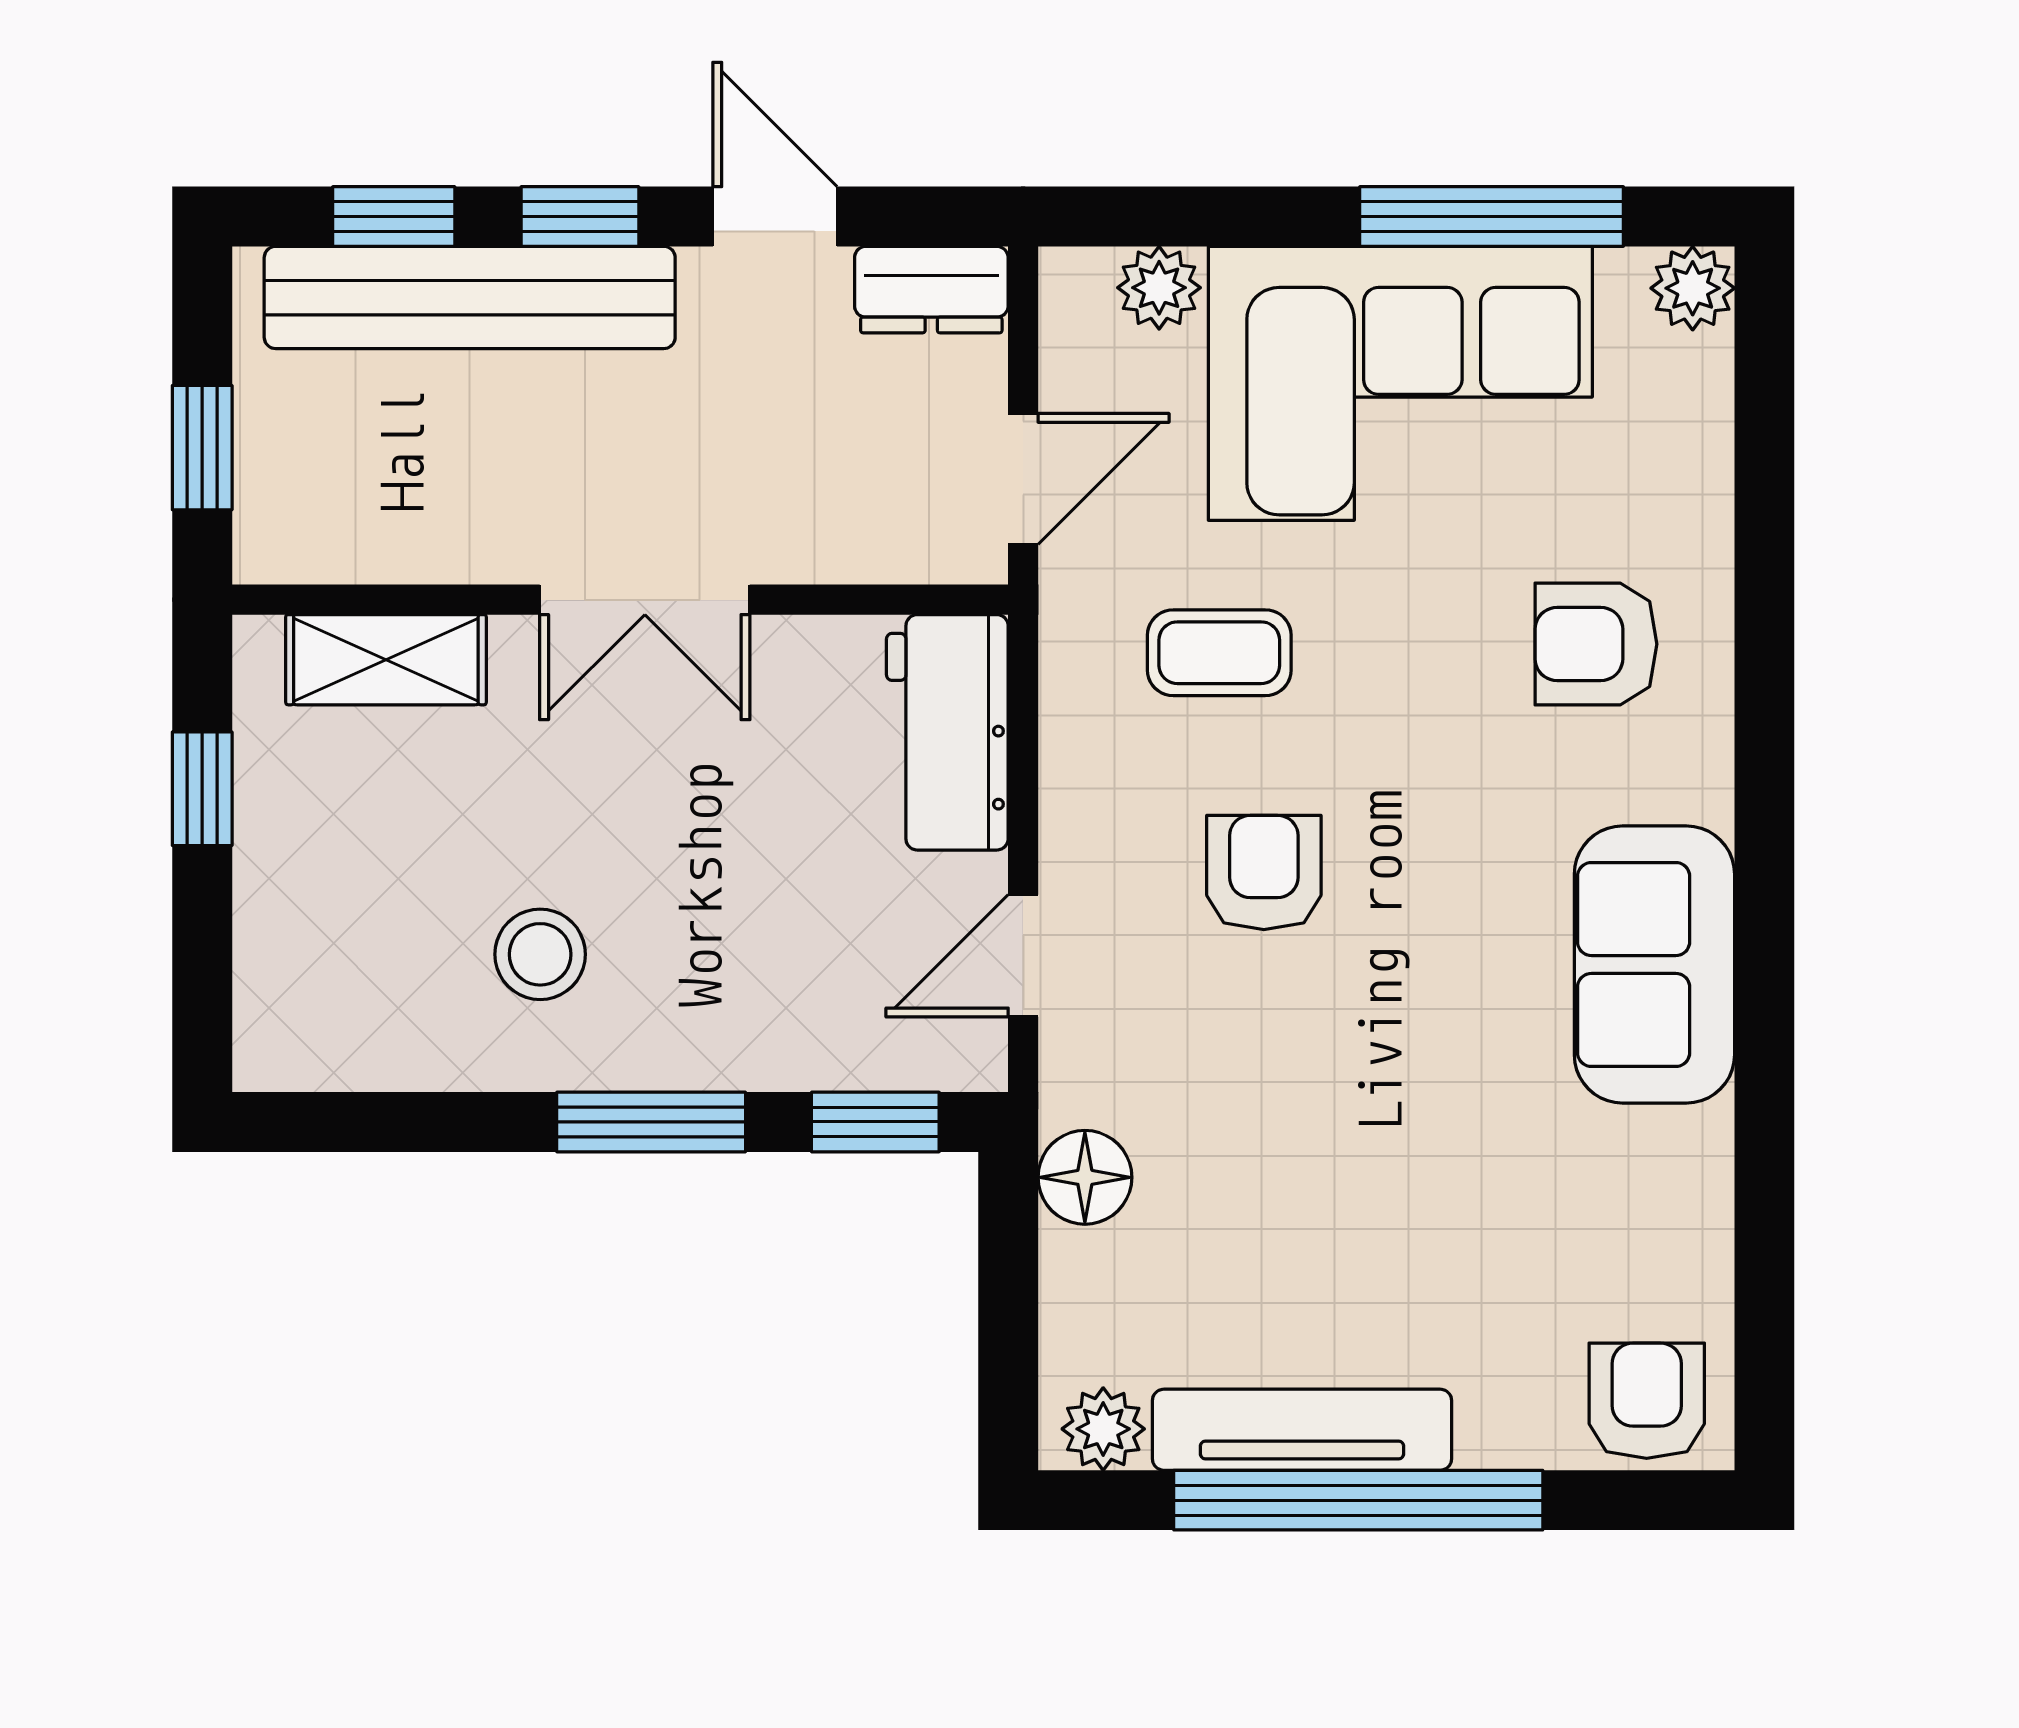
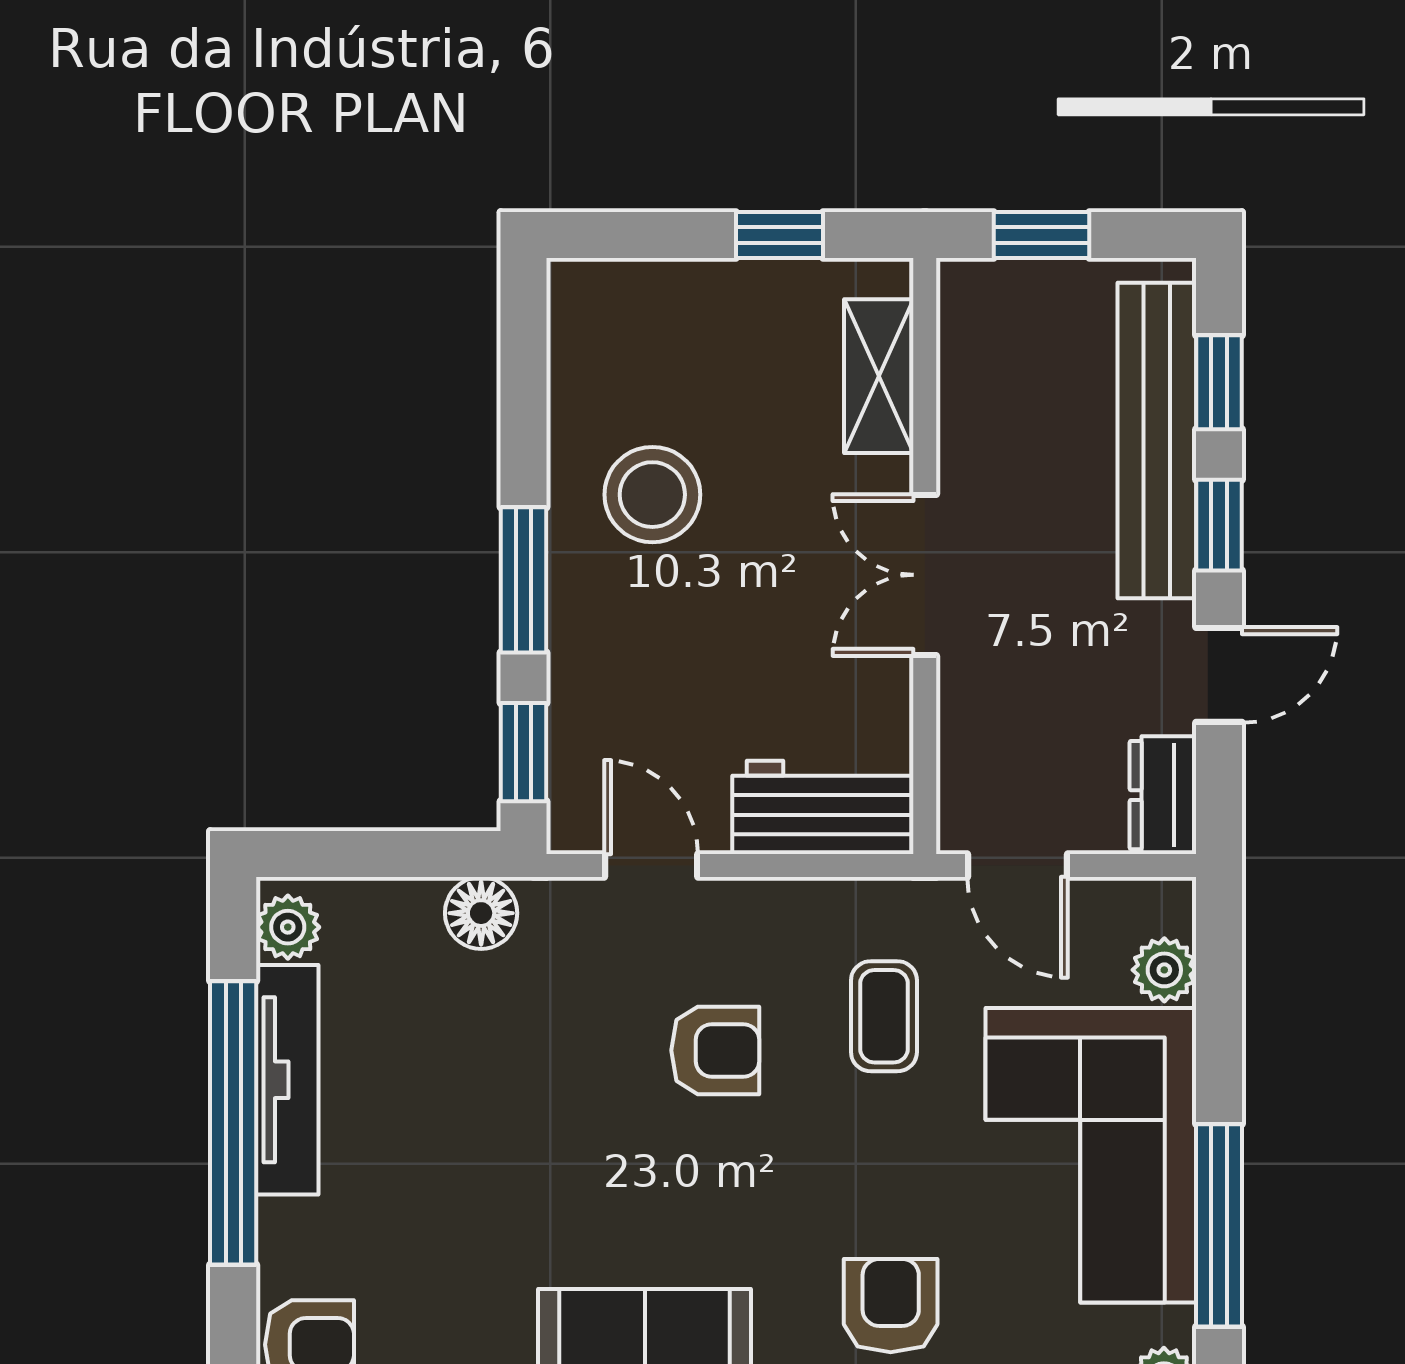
stool: (540, 954) -> (652, 495), width x1.38, depth x1.38

